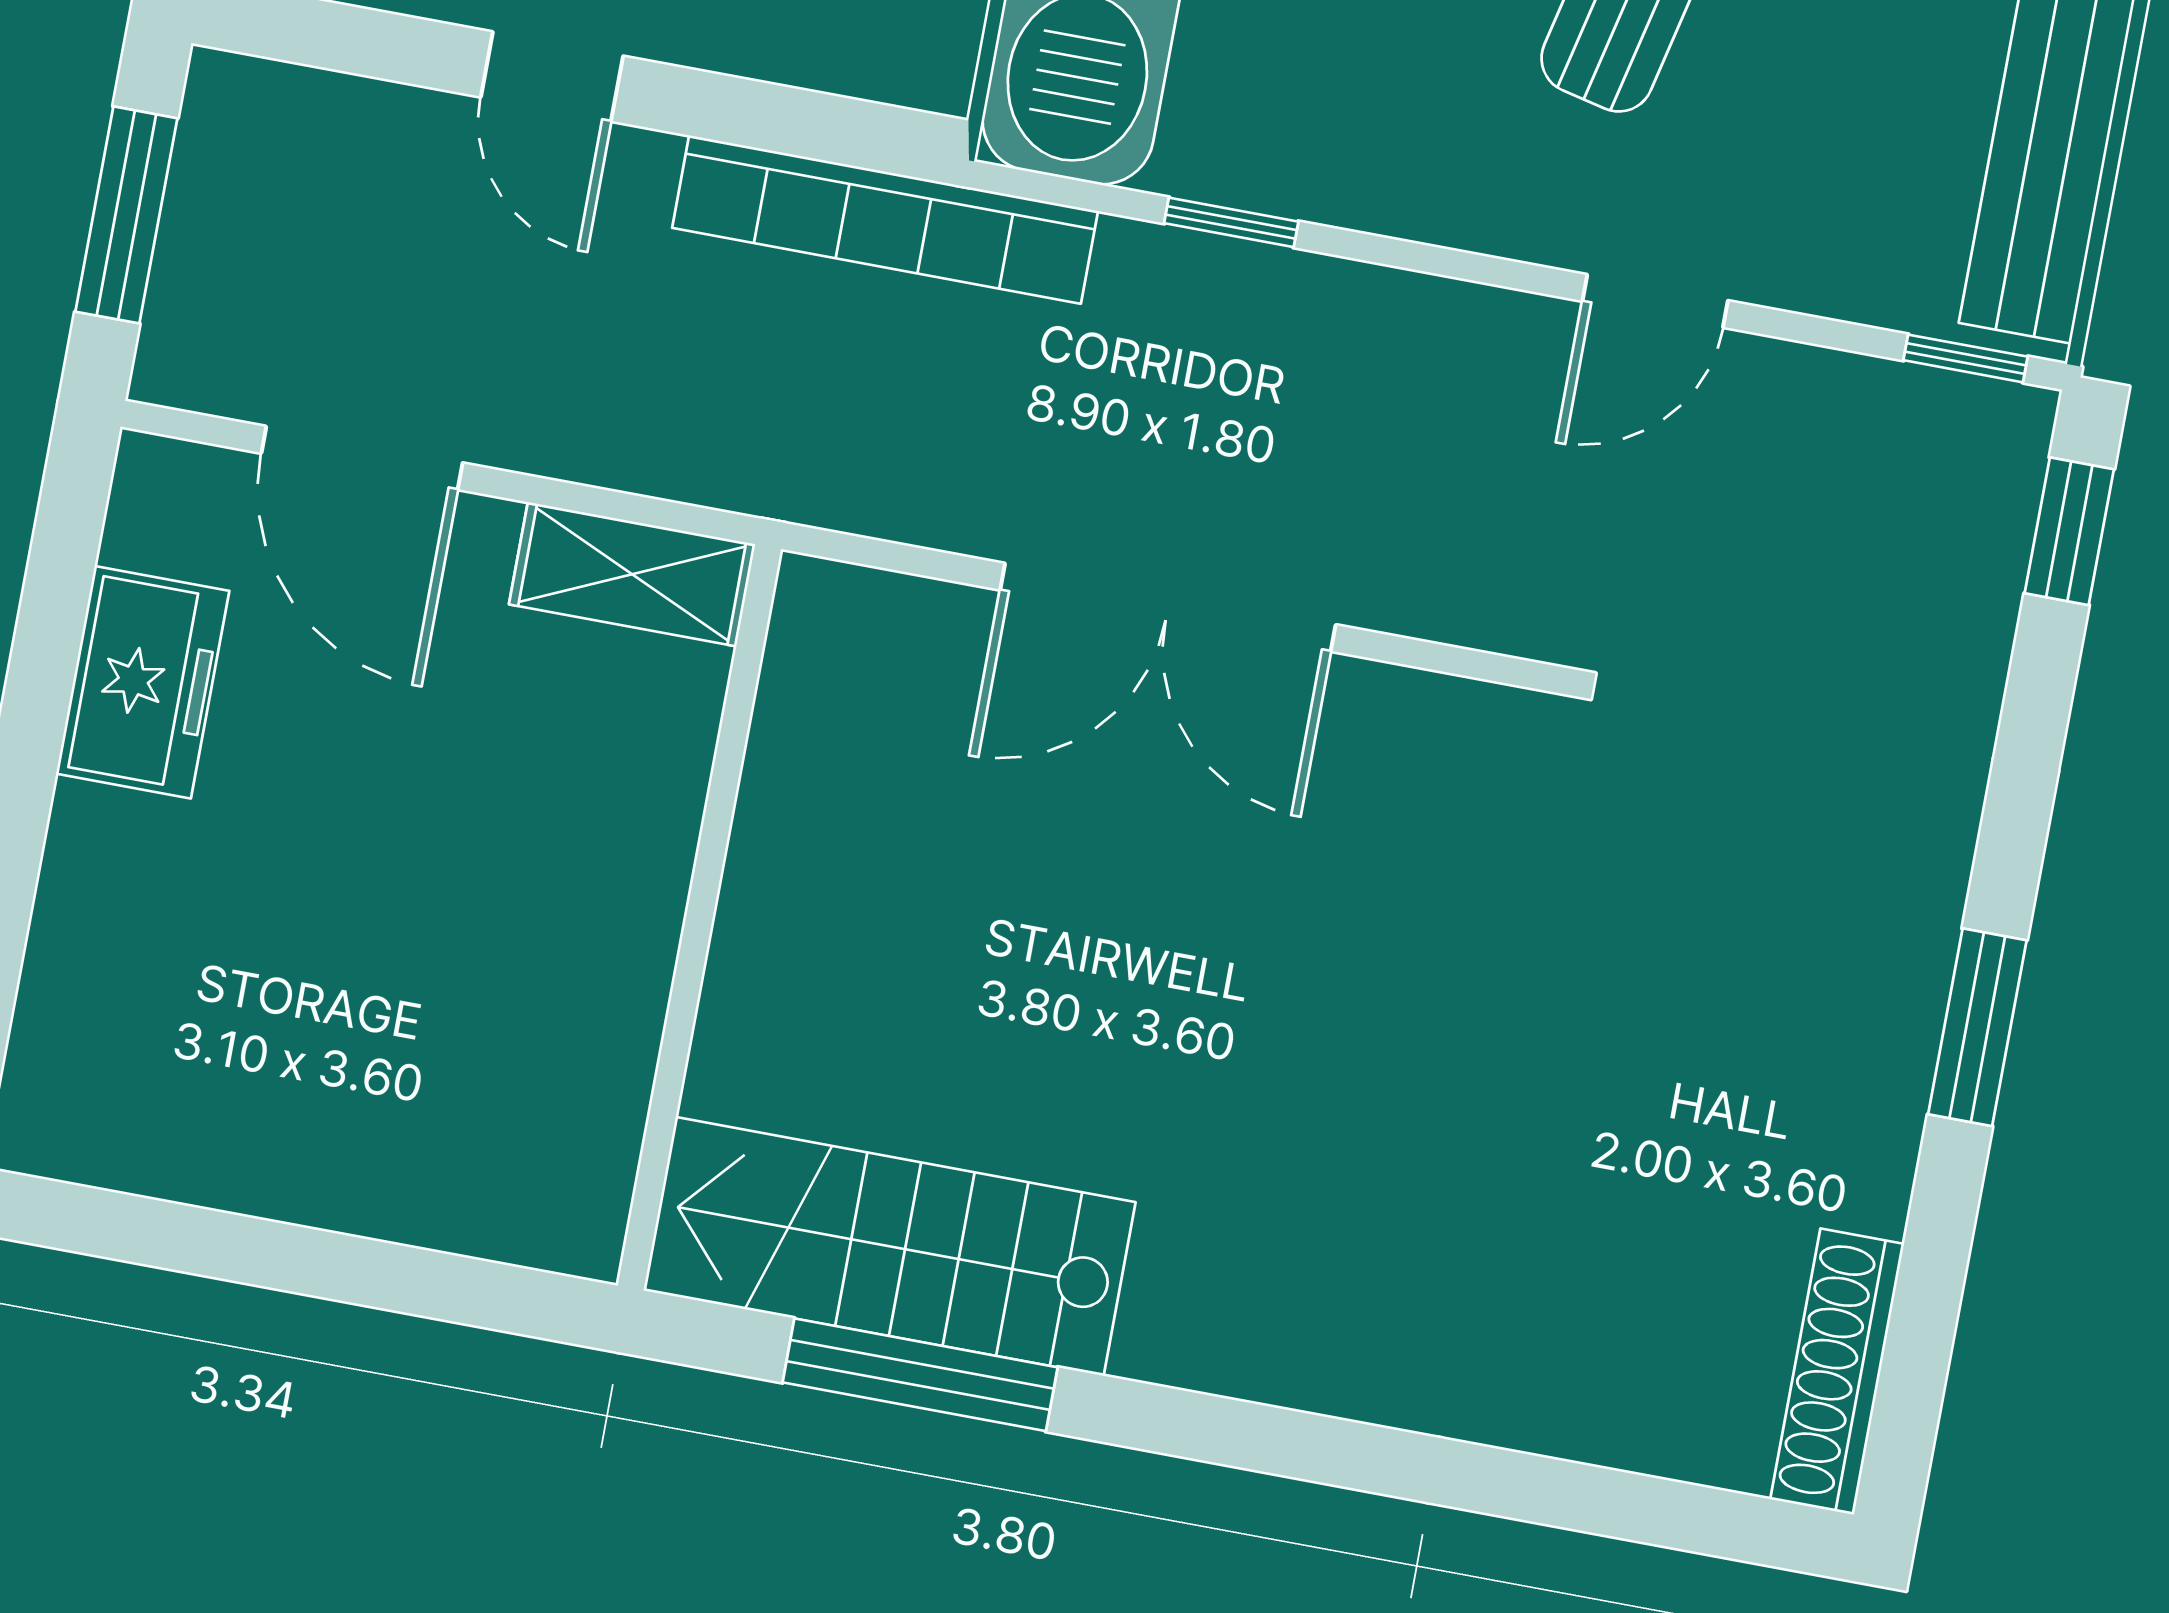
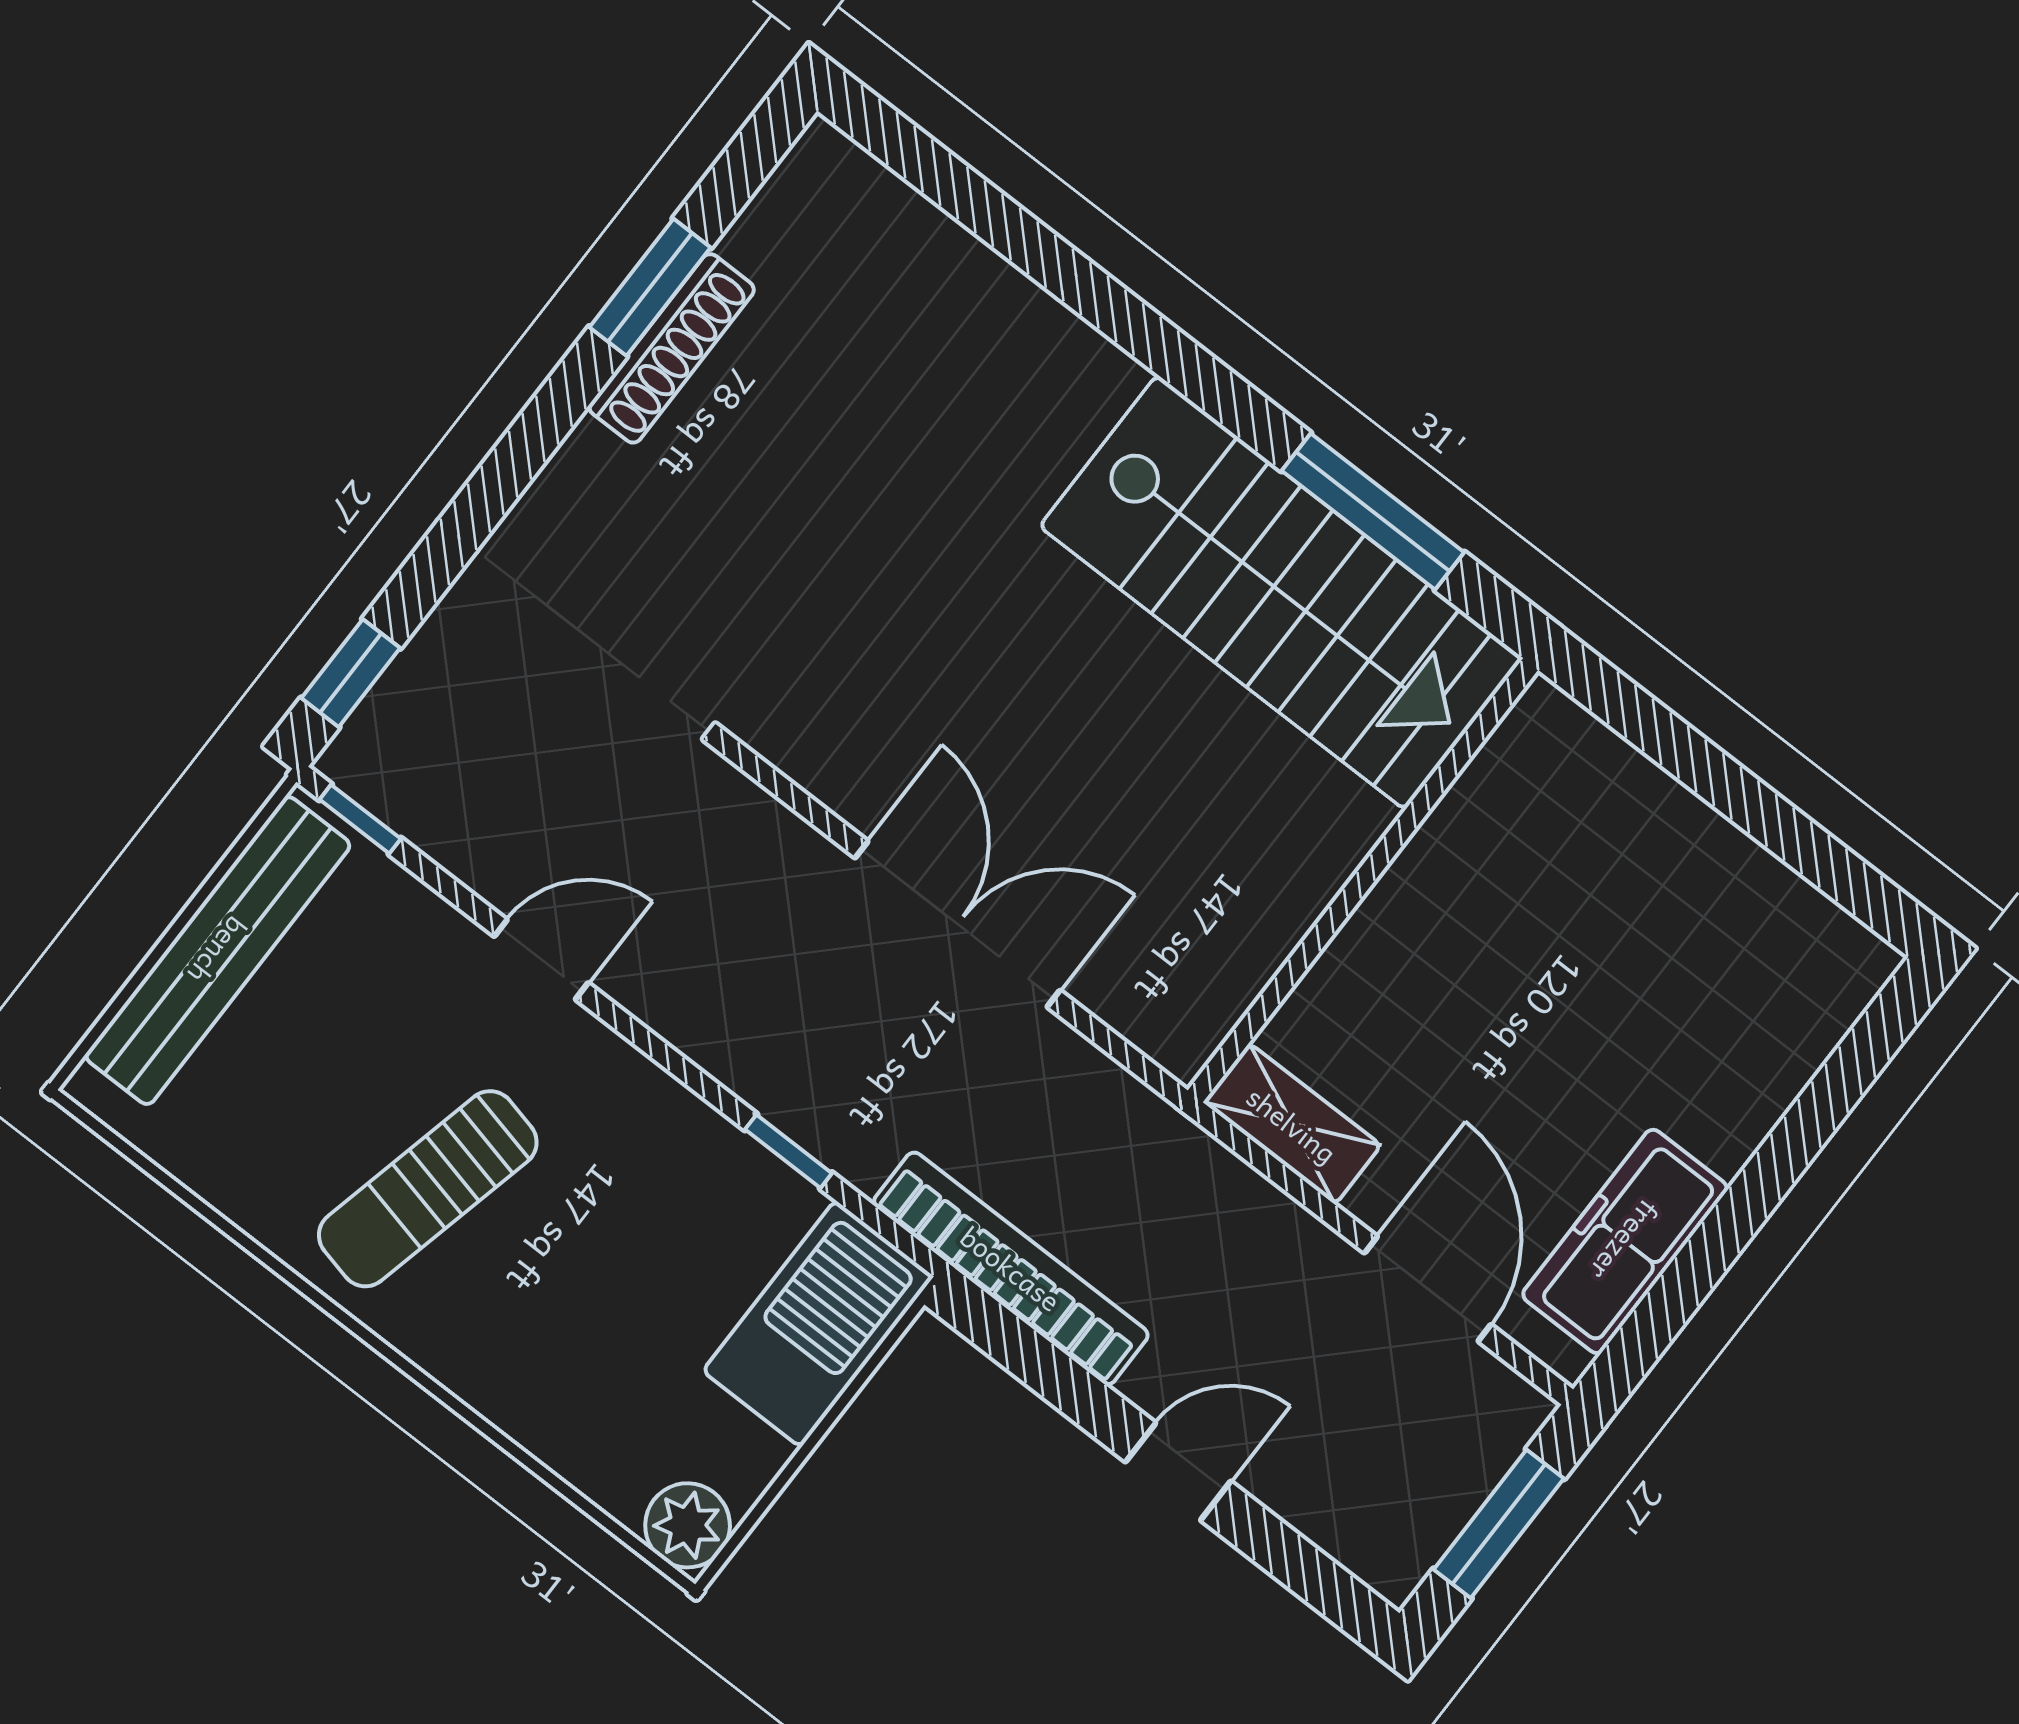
door: (552, 77) -> (1178, 1471), hinge flipped
freezer: (143, 682) -> (1625, 1241), width x1.40
window: (1977, 1027) -> (650, 287), moved
stairs: (890, 1246) -> (1281, 592), width x1.36, depth x1.51
shoe rack: (1837, 1372) -> (672, 348), moved

